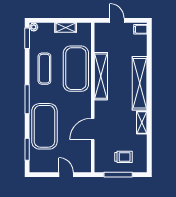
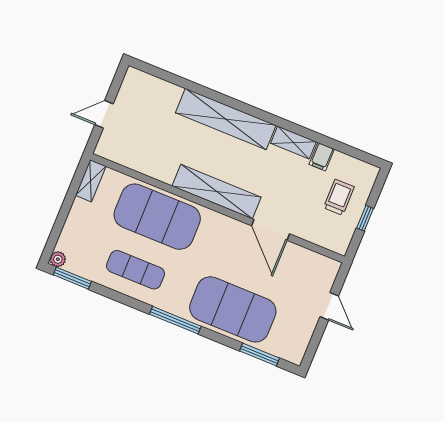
shelving: (66, 27) -> (91, 181), moved
filing cabinet: (140, 29) -> (322, 157), moved
shelving: (101, 76) -> (217, 192), moved
door: (66, 175) -> (329, 306), swing flipped
window: (118, 175) -> (365, 218), width x0.46

